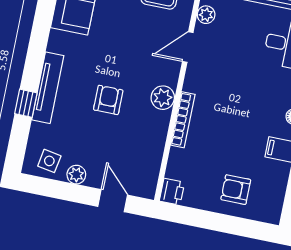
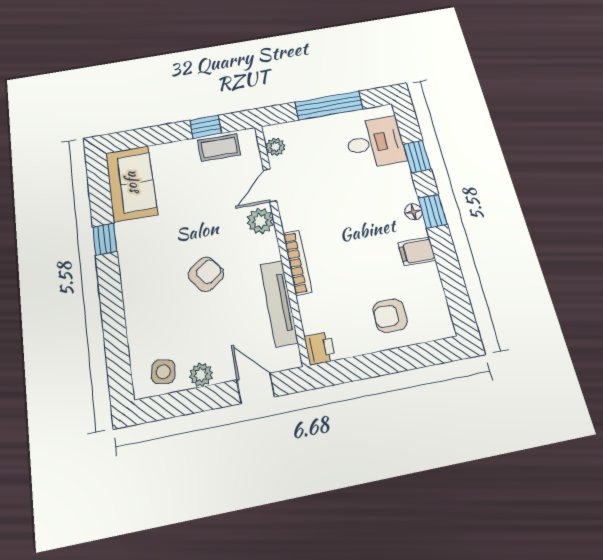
tv unit: (48, 88) -> (279, 303), moved, turned 180
plant: (163, 98) -> (260, 221), moved
armchair: (108, 100) -> (206, 274), turned 55
window: (26, 103) -> (105, 239), moved

